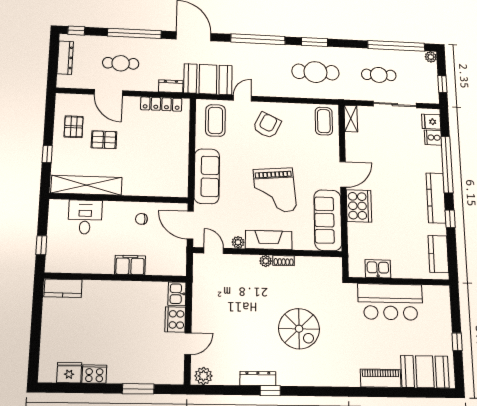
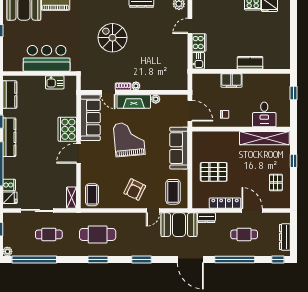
window: (258, 39) -> (141, 259), width x0.47
locker: (161, 104) -> (225, 203), moved
pallet: (104, 140) -> (214, 172), moved, width x1.50, depth x1.42
door: (214, 251) -> (108, 92), moved
kitchen counter: (63, 288) -> (250, 63), moved

